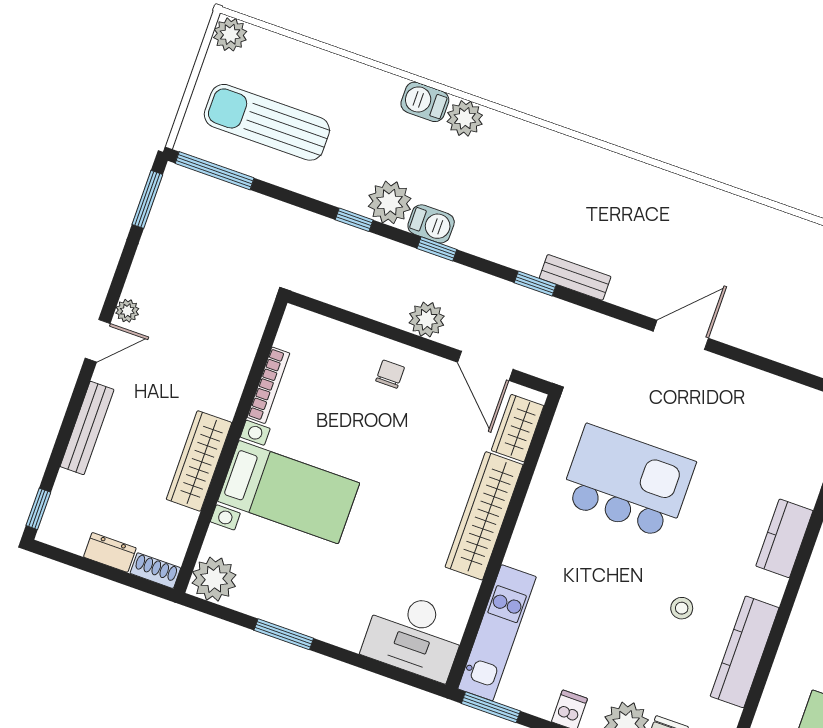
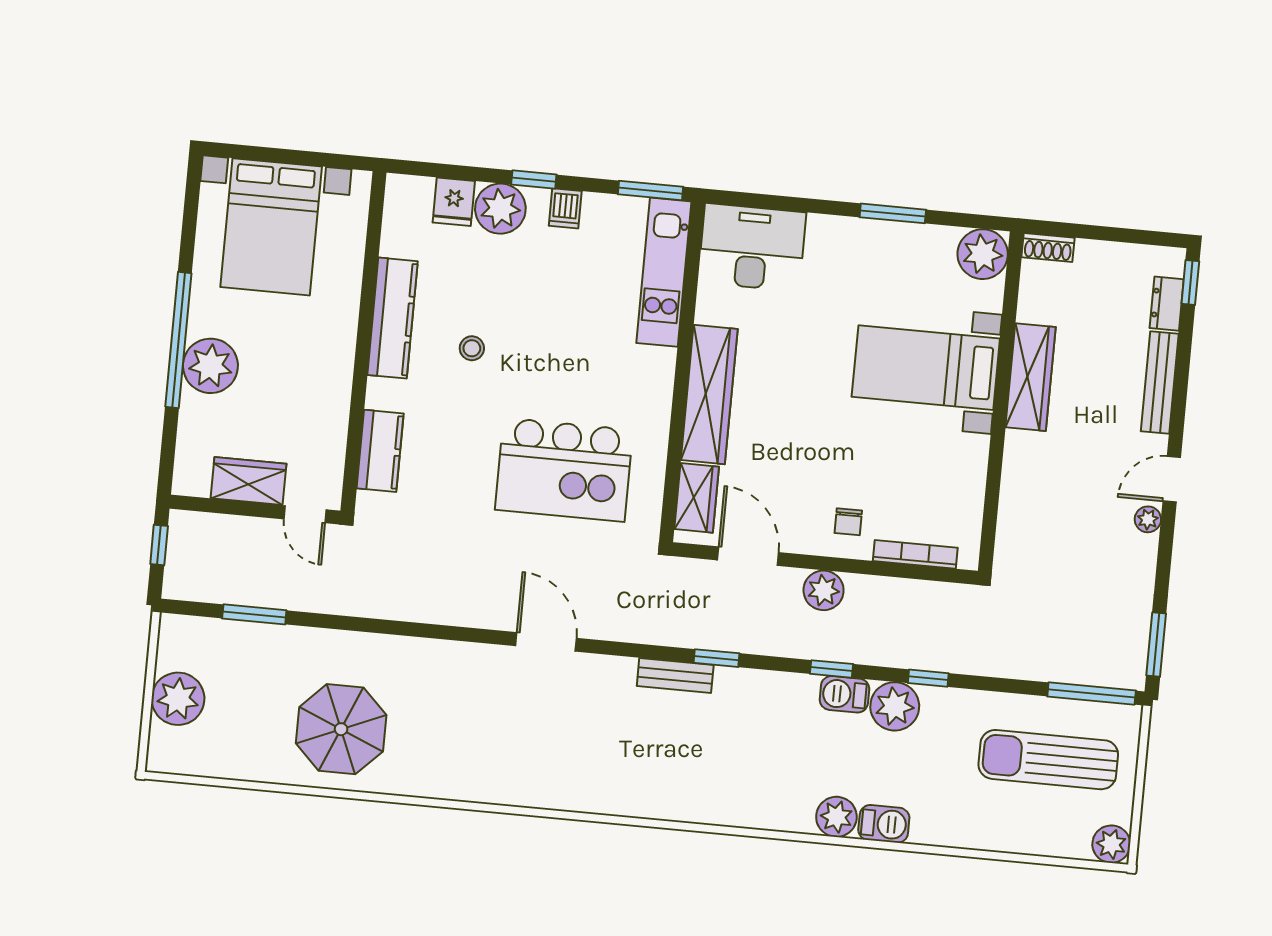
sun lounger: (267, 122) -> (1048, 760), turned 180
door: (681, 335) -> (546, 642), swing flipped
bookcase: (268, 385) -> (915, 554), moved, turned 90
dresser: (110, 552) -> (1167, 304), moved, turned 90

